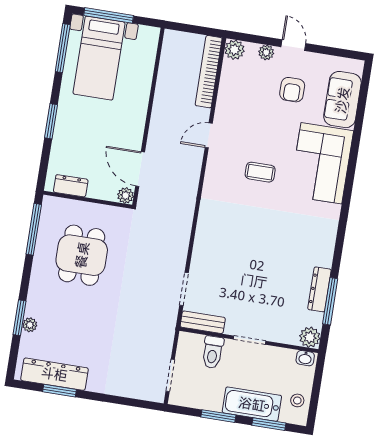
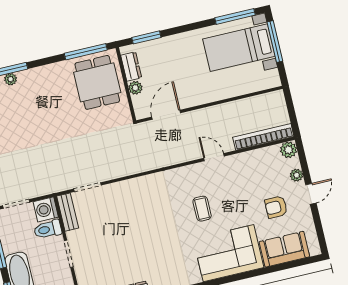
window: (51, 121) -> (146, 37), moved
plant: (126, 195) -> (135, 88), moved
dining table: (82, 255) -> (97, 82), moved, turned 90
washing machine: (190, 345) -> (46, 209), added

